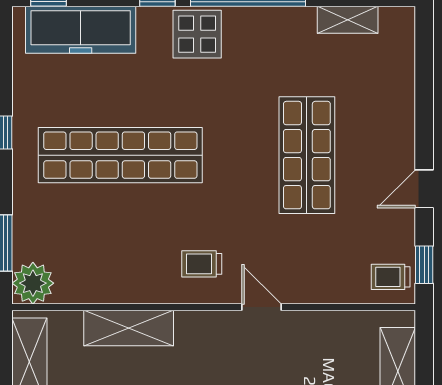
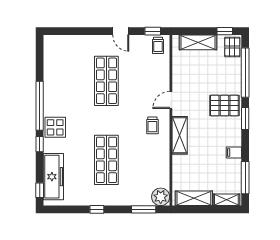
shelving: (348, 20) -> (49, 64), removed
shop shelf: (120, 155) -> (106, 160), width x0.71
shop shelf: (307, 155) -> (106, 81), turned 90
shelving: (129, 328) -> (180, 135), moved

